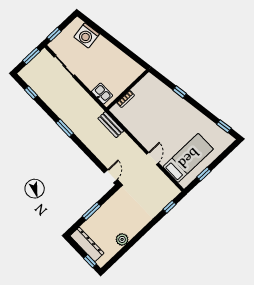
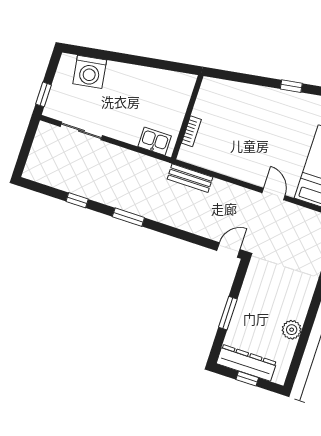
window: (31, 56) -> (28, 142), removed
window: (180, 92) -> (291, 86), moved
window: (31, 93) -> (77, 200), moved
door: (111, 176) -> (228, 250), hinge flipped
window: (90, 261) -> (247, 379), moved

